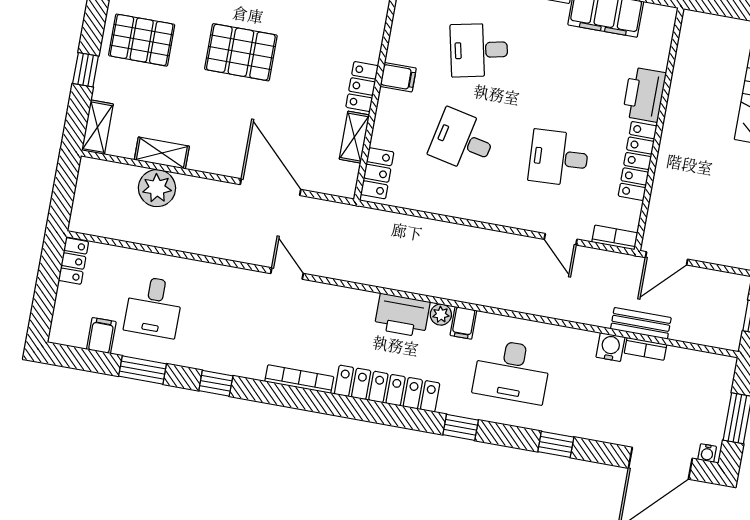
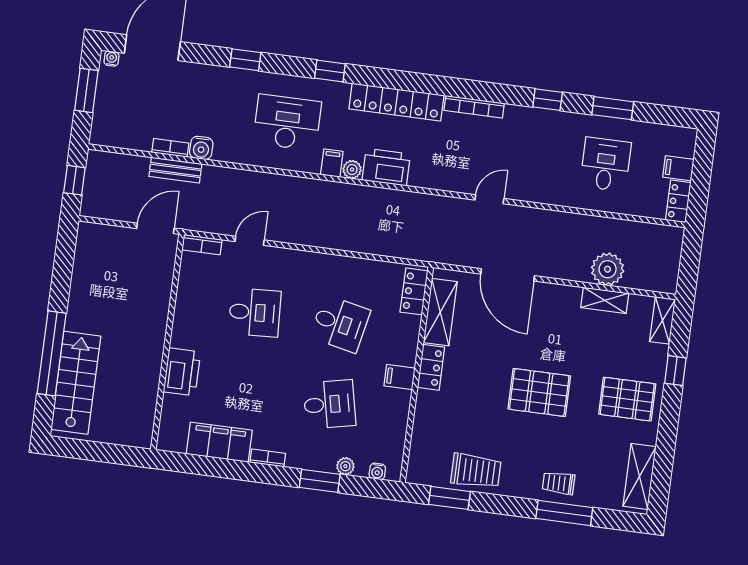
shelving: (354, 137) -> (440, 312), width x1.50, depth x1.33
locker: (638, 161) -> (185, 313), removed
door: (561, 239) -> (250, 241), hinge flipped
door: (287, 273) -> (489, 199), swing flipped
filing cabinet: (101, 336) -> (678, 168), moved, turned 90

